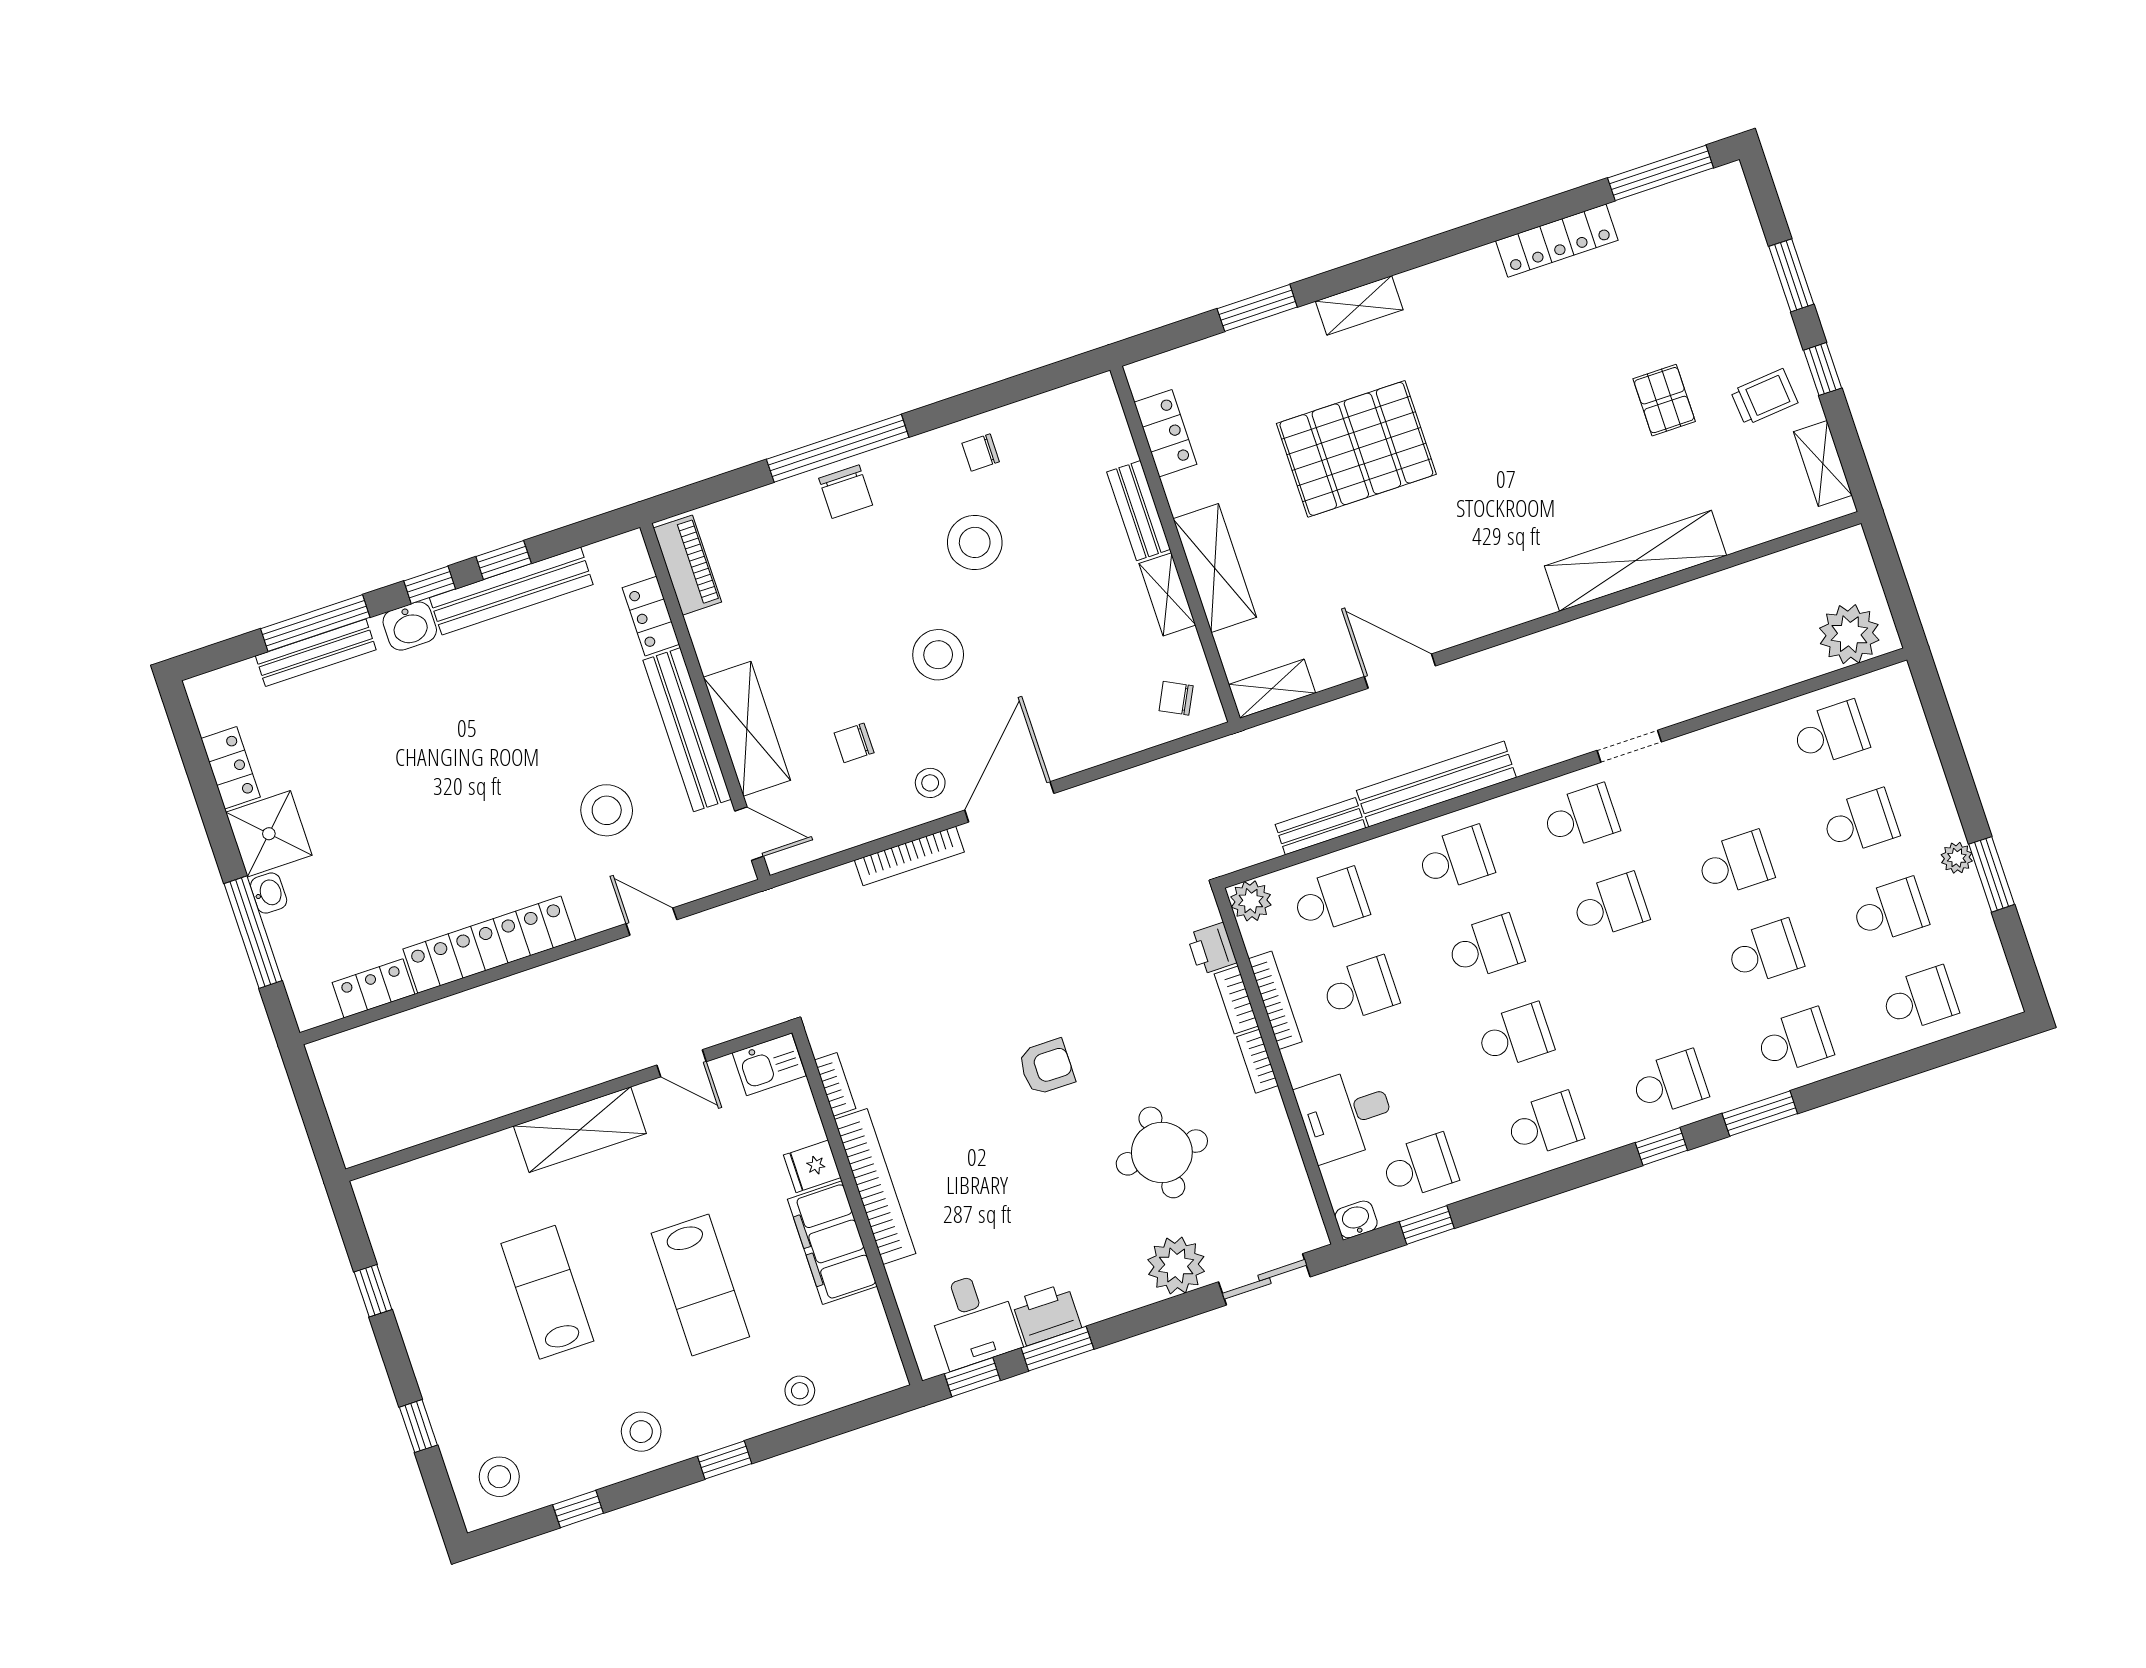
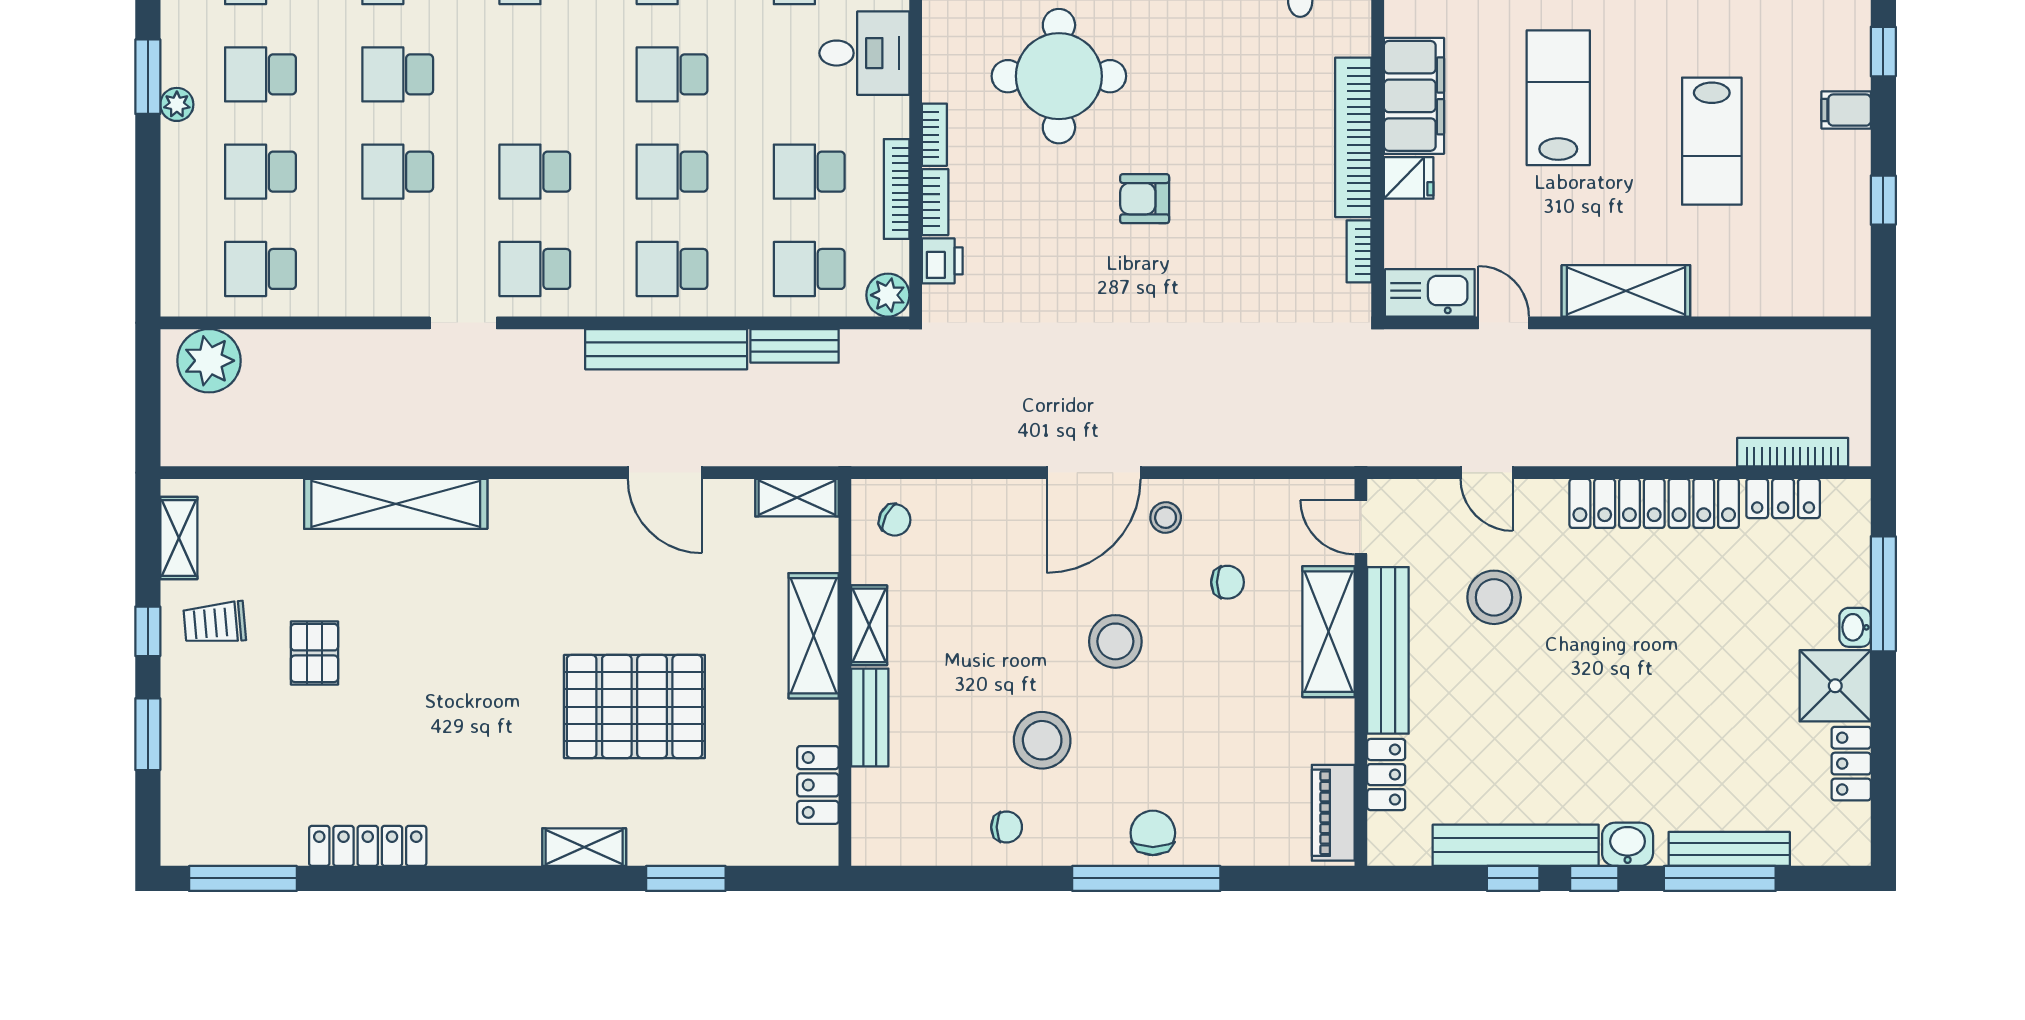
bookcase: (909, 856) -> (1793, 452), moved
kitchen sink: (769, 1064) -> (1430, 293), width x1.38
round table: (1162, 1152) -> (1059, 76), width x1.36, depth x1.36
filing cabinet: (434, 1362) -> (1846, 110), added

